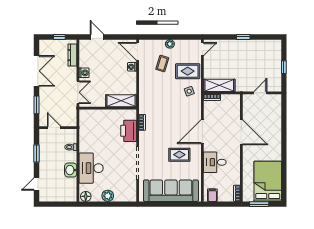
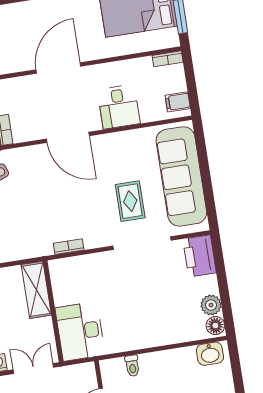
printer: (129, 131) -> (200, 256), moved, turned 90
rug: (179, 155) -> (130, 201), moved
desk: (91, 168) -> (80, 331), moved, turned 90
washbasin: (71, 170) -> (210, 354), moved
plant: (108, 196) -> (211, 305), moved

